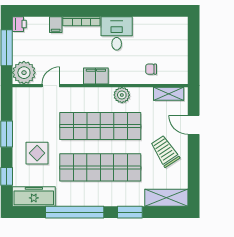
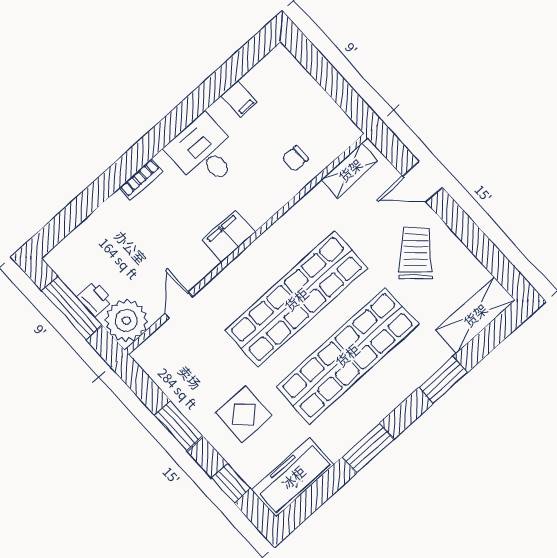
bookcase: (81, 21) -> (141, 179), width x0.64
printer: (19, 24) -> (95, 299), moved
filing cabinet: (56, 25) -> (239, 99), moved
plant: (122, 95) -> (287, 230), removed
trolley: (165, 151) -> (416, 253), turned 76
window: (75, 212) -> (368, 448), width x0.47

